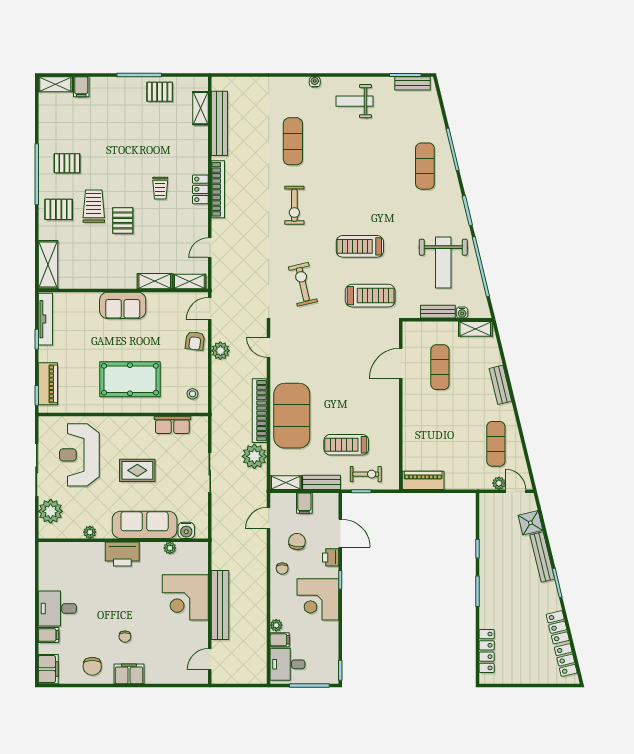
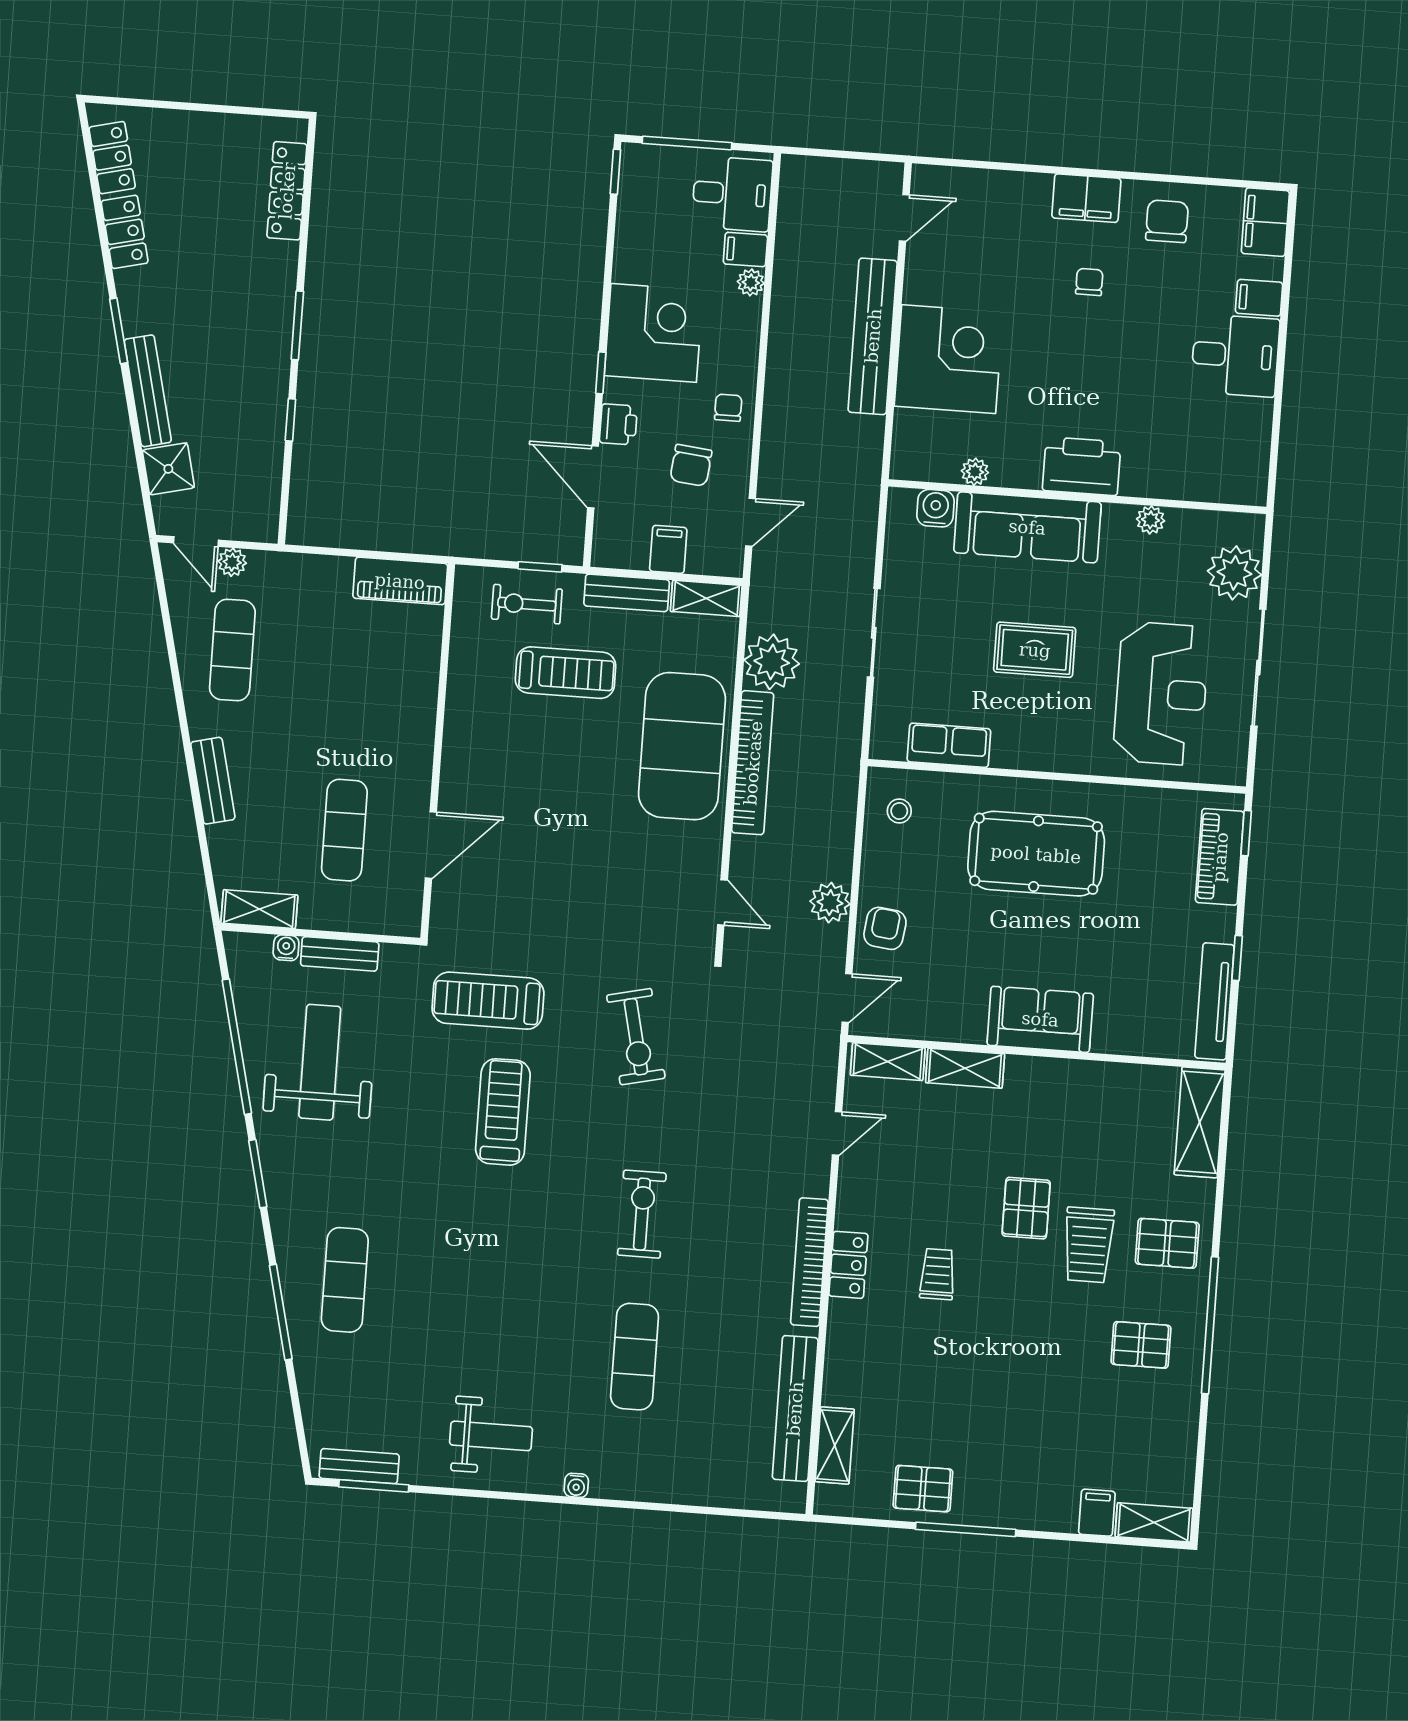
treadmill: (360, 246) -> (503, 1112), turned -90

